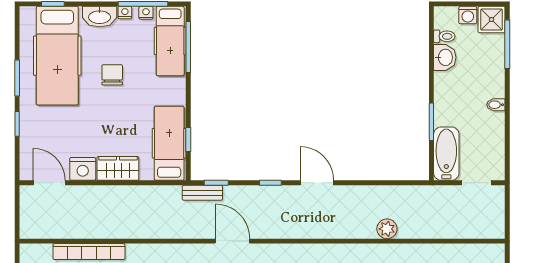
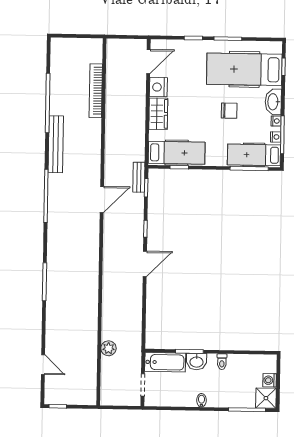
toilet: (444, 36) -> (222, 362), moved
washbasin: (445, 57) -> (197, 362), moved
plant: (387, 229) -> (109, 348), moved

